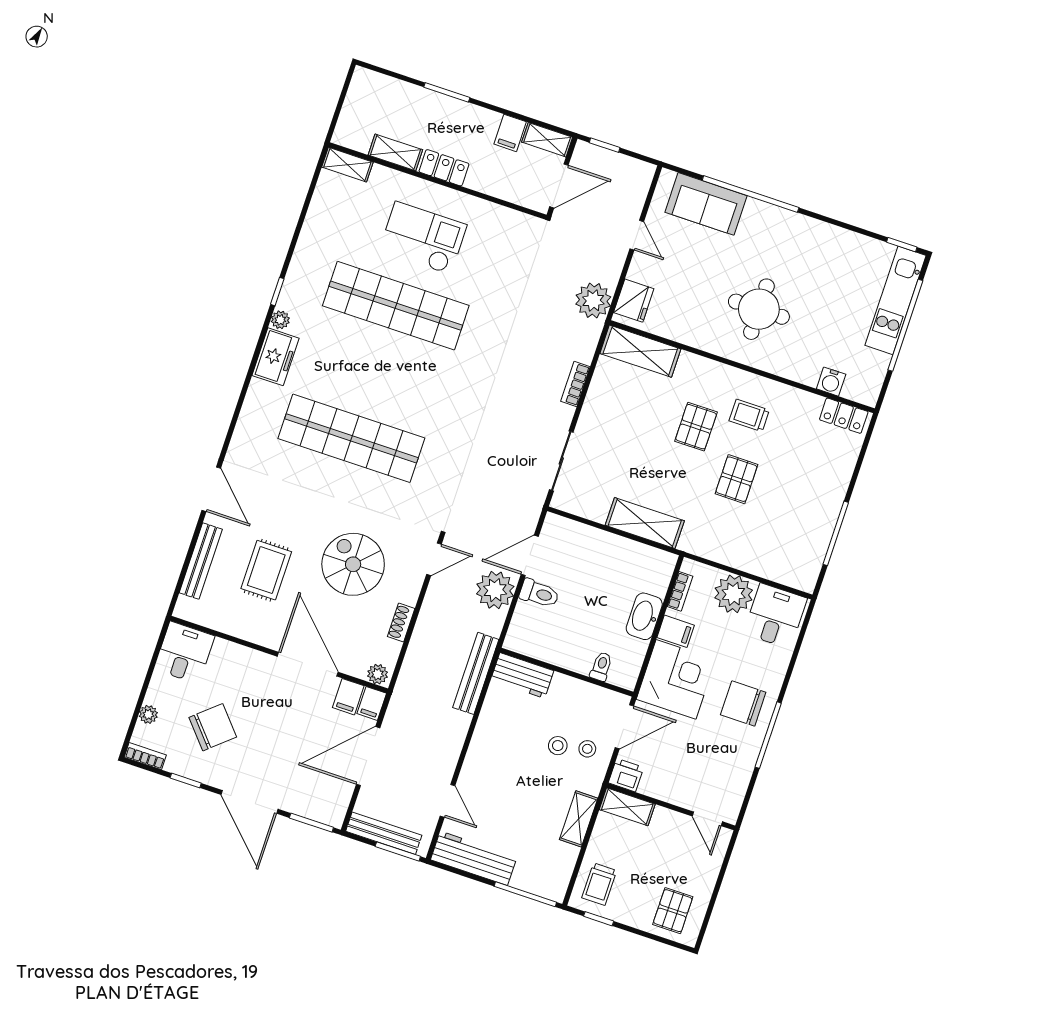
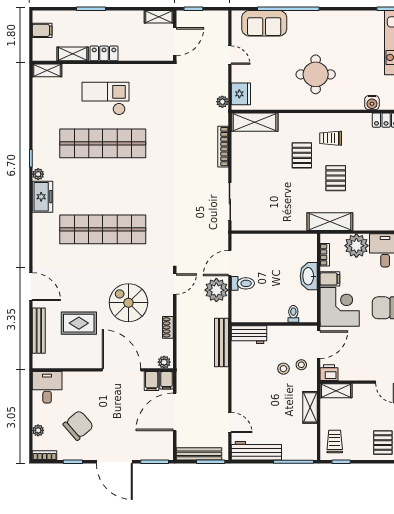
filing cabinet: (510, 133) -> (42, 30), moved, turned -90
plant: (593, 300) -> (222, 102), width x0.53, depth x0.53
bookcase: (575, 384) -> (223, 147), width x1.56
shelving: (645, 523) -> (330, 222), moved
rug: (266, 570) -> (79, 323), turned 90
trolley: (599, 884) -> (335, 441), turned 180

